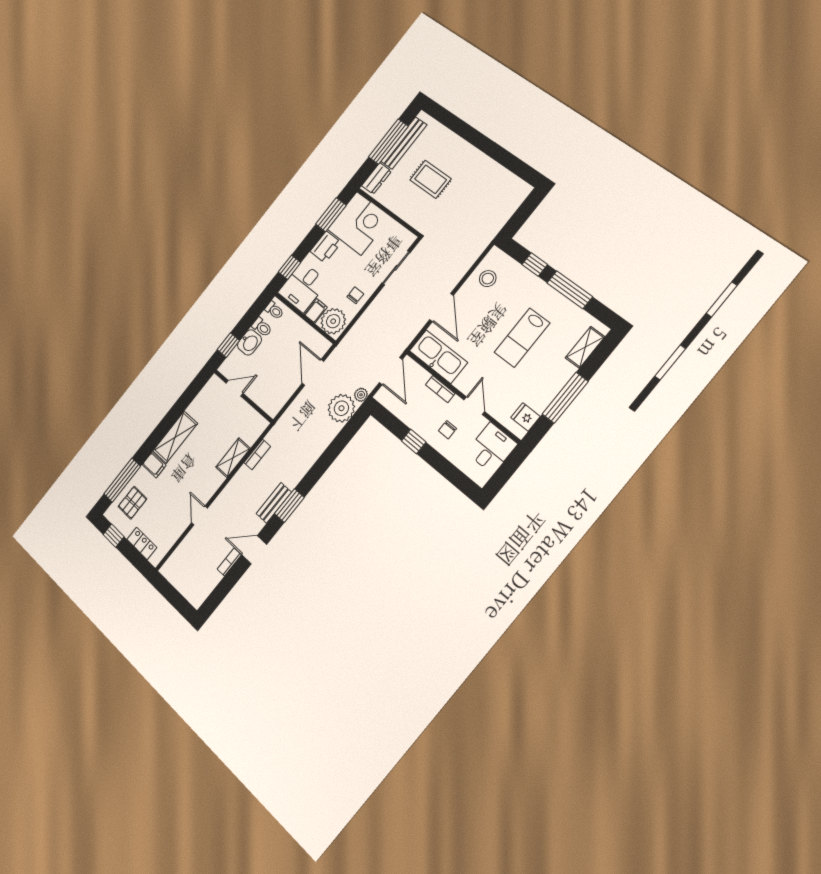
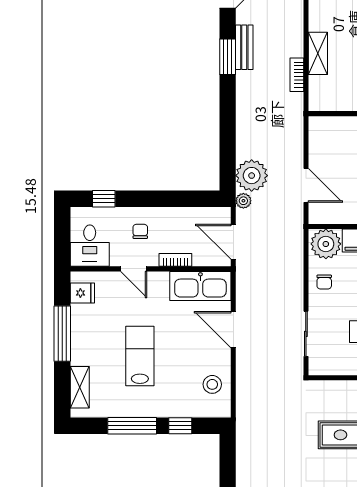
window: (414, 441) -> (104, 199), moved

